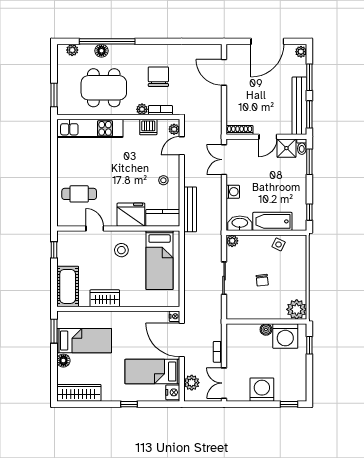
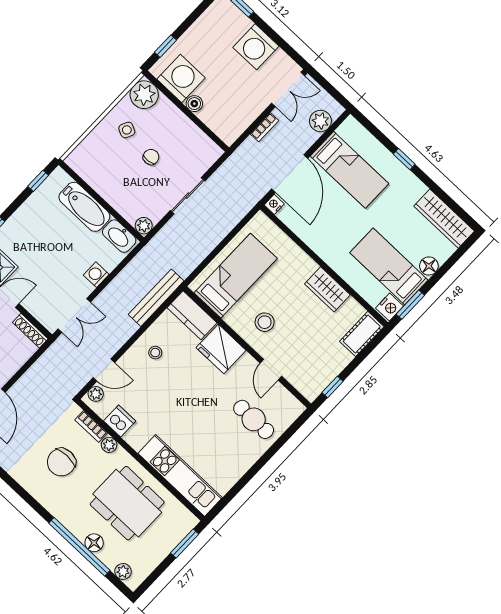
side table: (279, 244) -> (127, 130), moved
cot: (68, 286) -> (362, 334), width x0.73, depth x0.75
nightstand: (173, 392) -> (390, 307), moved, turned 180

